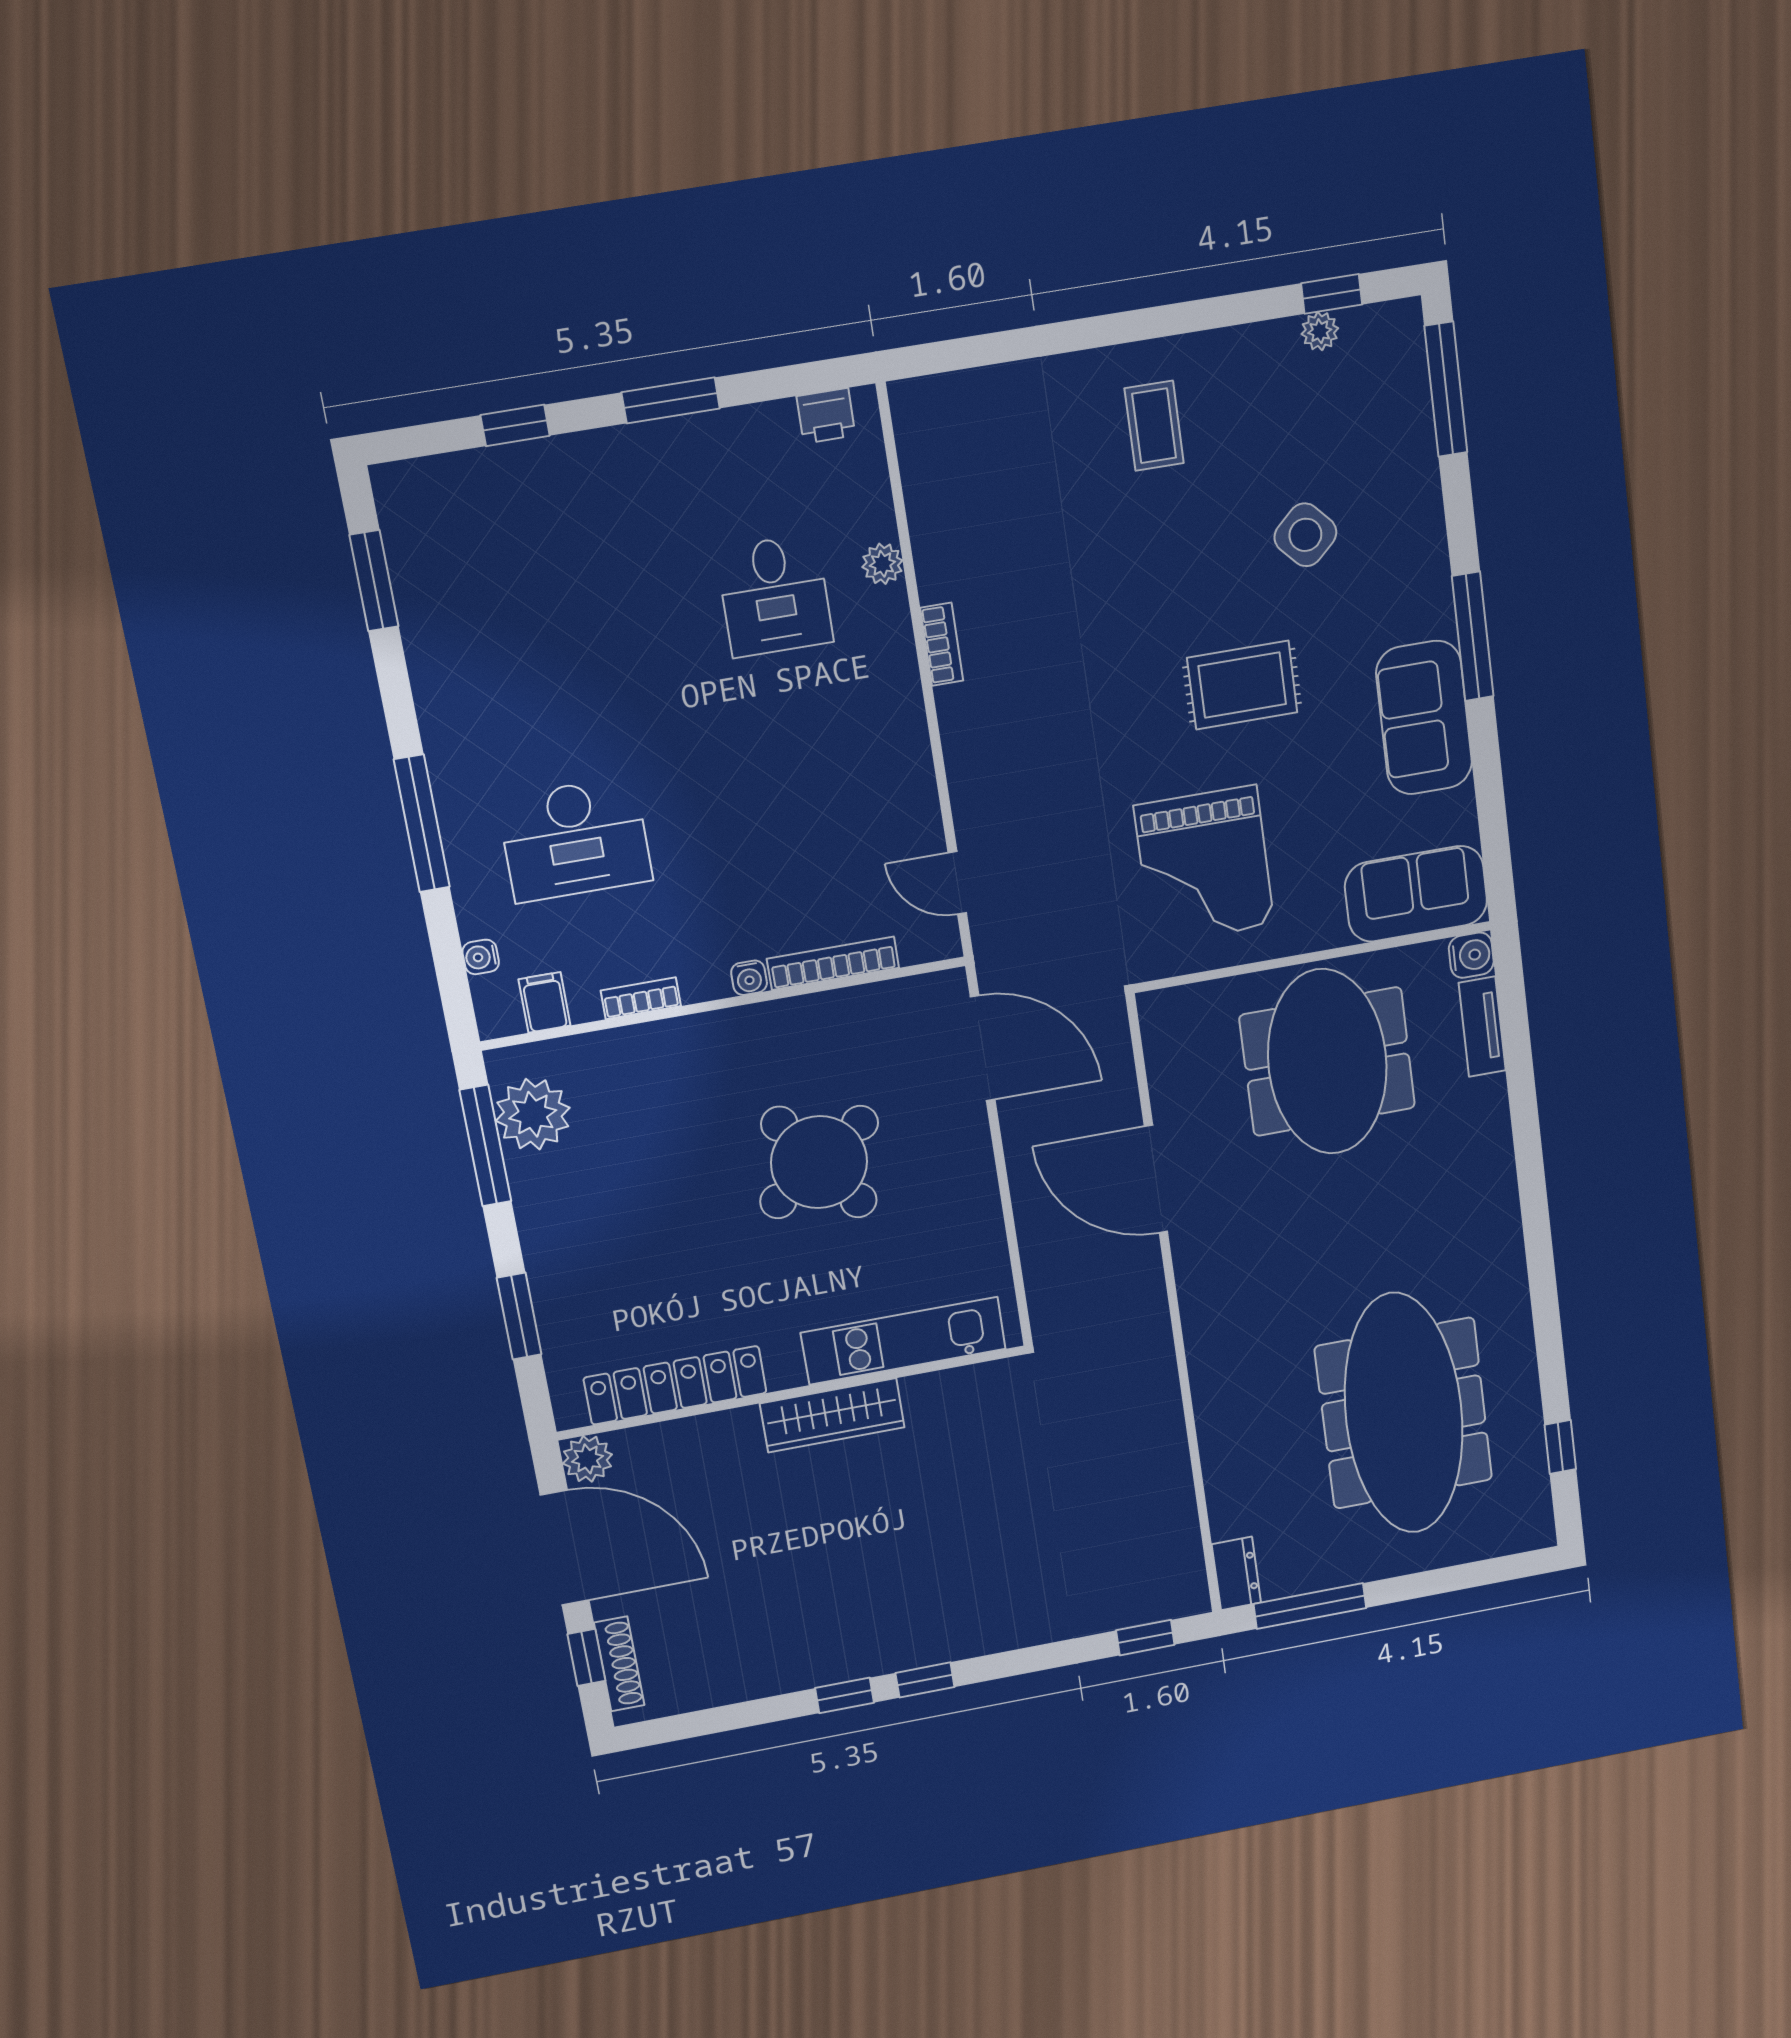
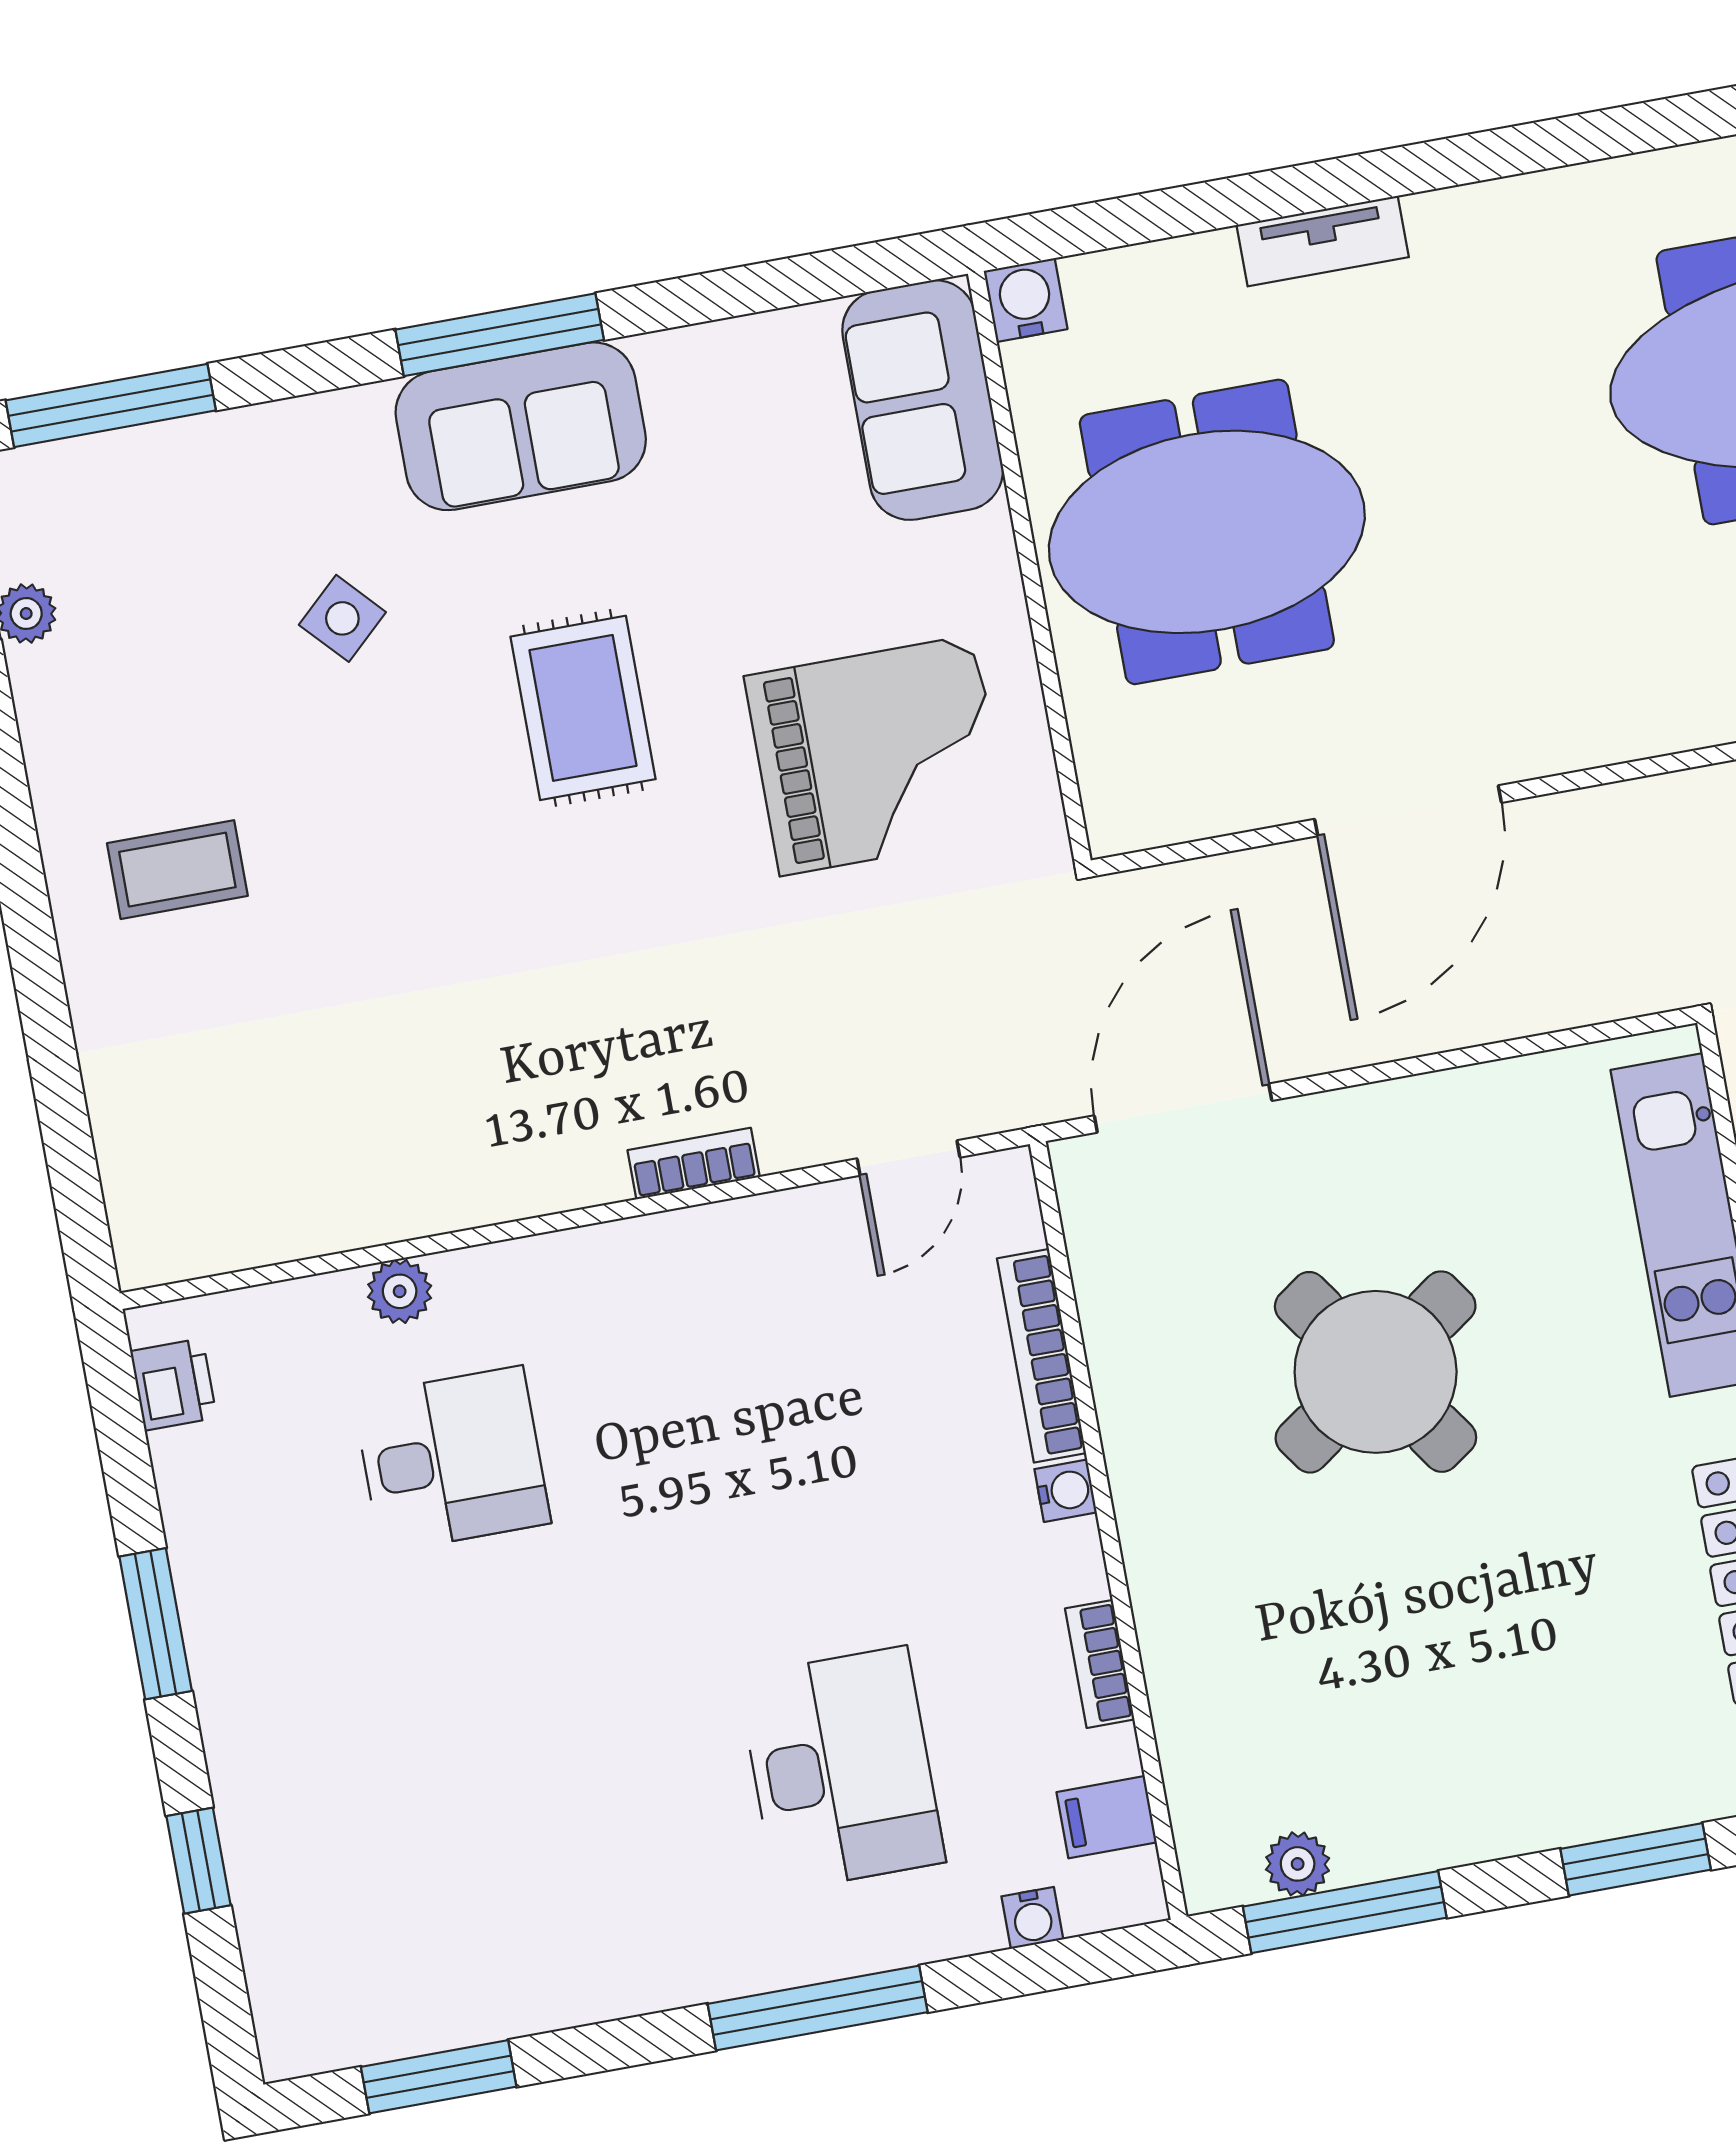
side table: (1305, 535) -> (342, 618), width x0.73, depth x0.73
bookcase: (942, 644) -> (694, 1164), moved
sofa: (1424, 718) -> (521, 426), moved
tv unit: (1482, 1027) -> (1323, 241), moved
plant: (533, 1114) -> (1298, 1864), width x0.53, depth x0.53

